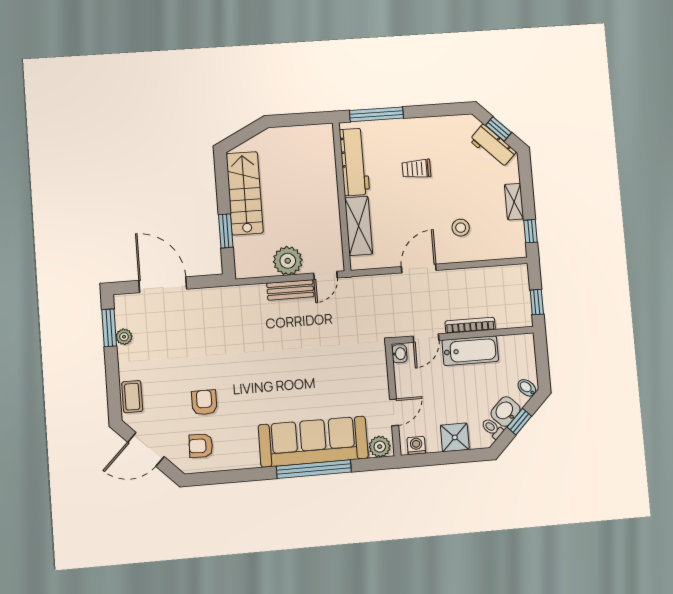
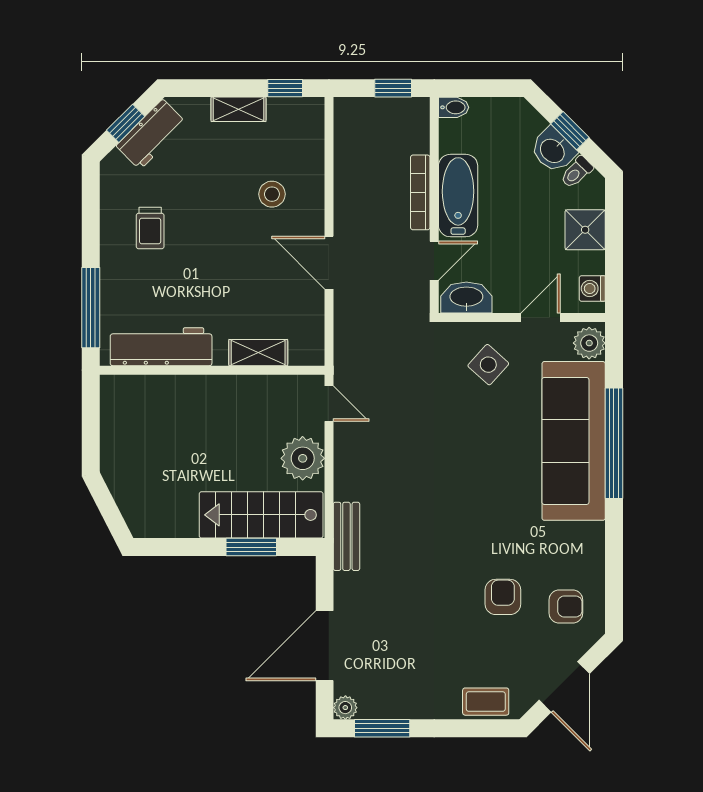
trolley: (416, 169) -> (150, 228), moved
stairs: (245, 193) -> (261, 515), moved
shelving: (359, 226) -> (258, 353), width x0.67, depth x0.75
bench: (290, 290) -> (346, 536), moved
plant: (124, 337) -> (345, 708), moved
door: (426, 338) -> (434, 261), hinge flipped
washbasin: (399, 354) -> (466, 298), width x1.91, depth x1.45
side table: (360, 380) -> (488, 365), added
bidet: (527, 388) -> (454, 107), moved, turned -135
armchair: (204, 402) -> (503, 597), turned 90
door: (394, 412) -> (540, 318), hinge flipped
armchair: (201, 446) -> (566, 606), turned -92

